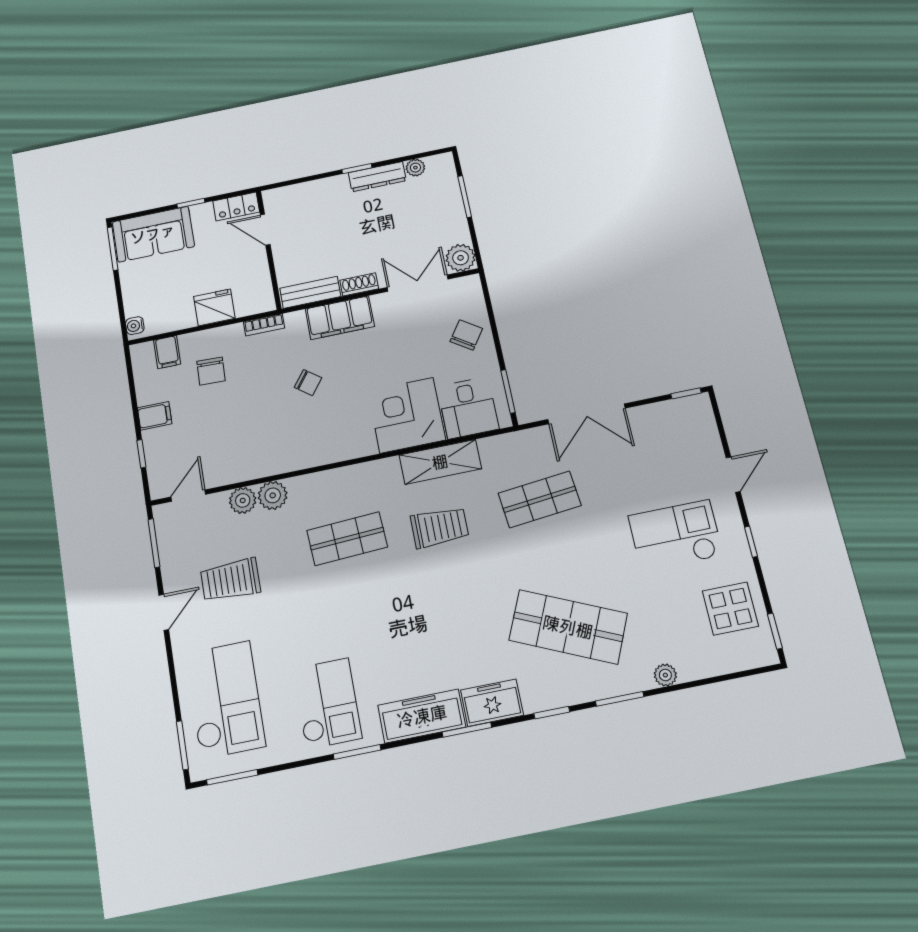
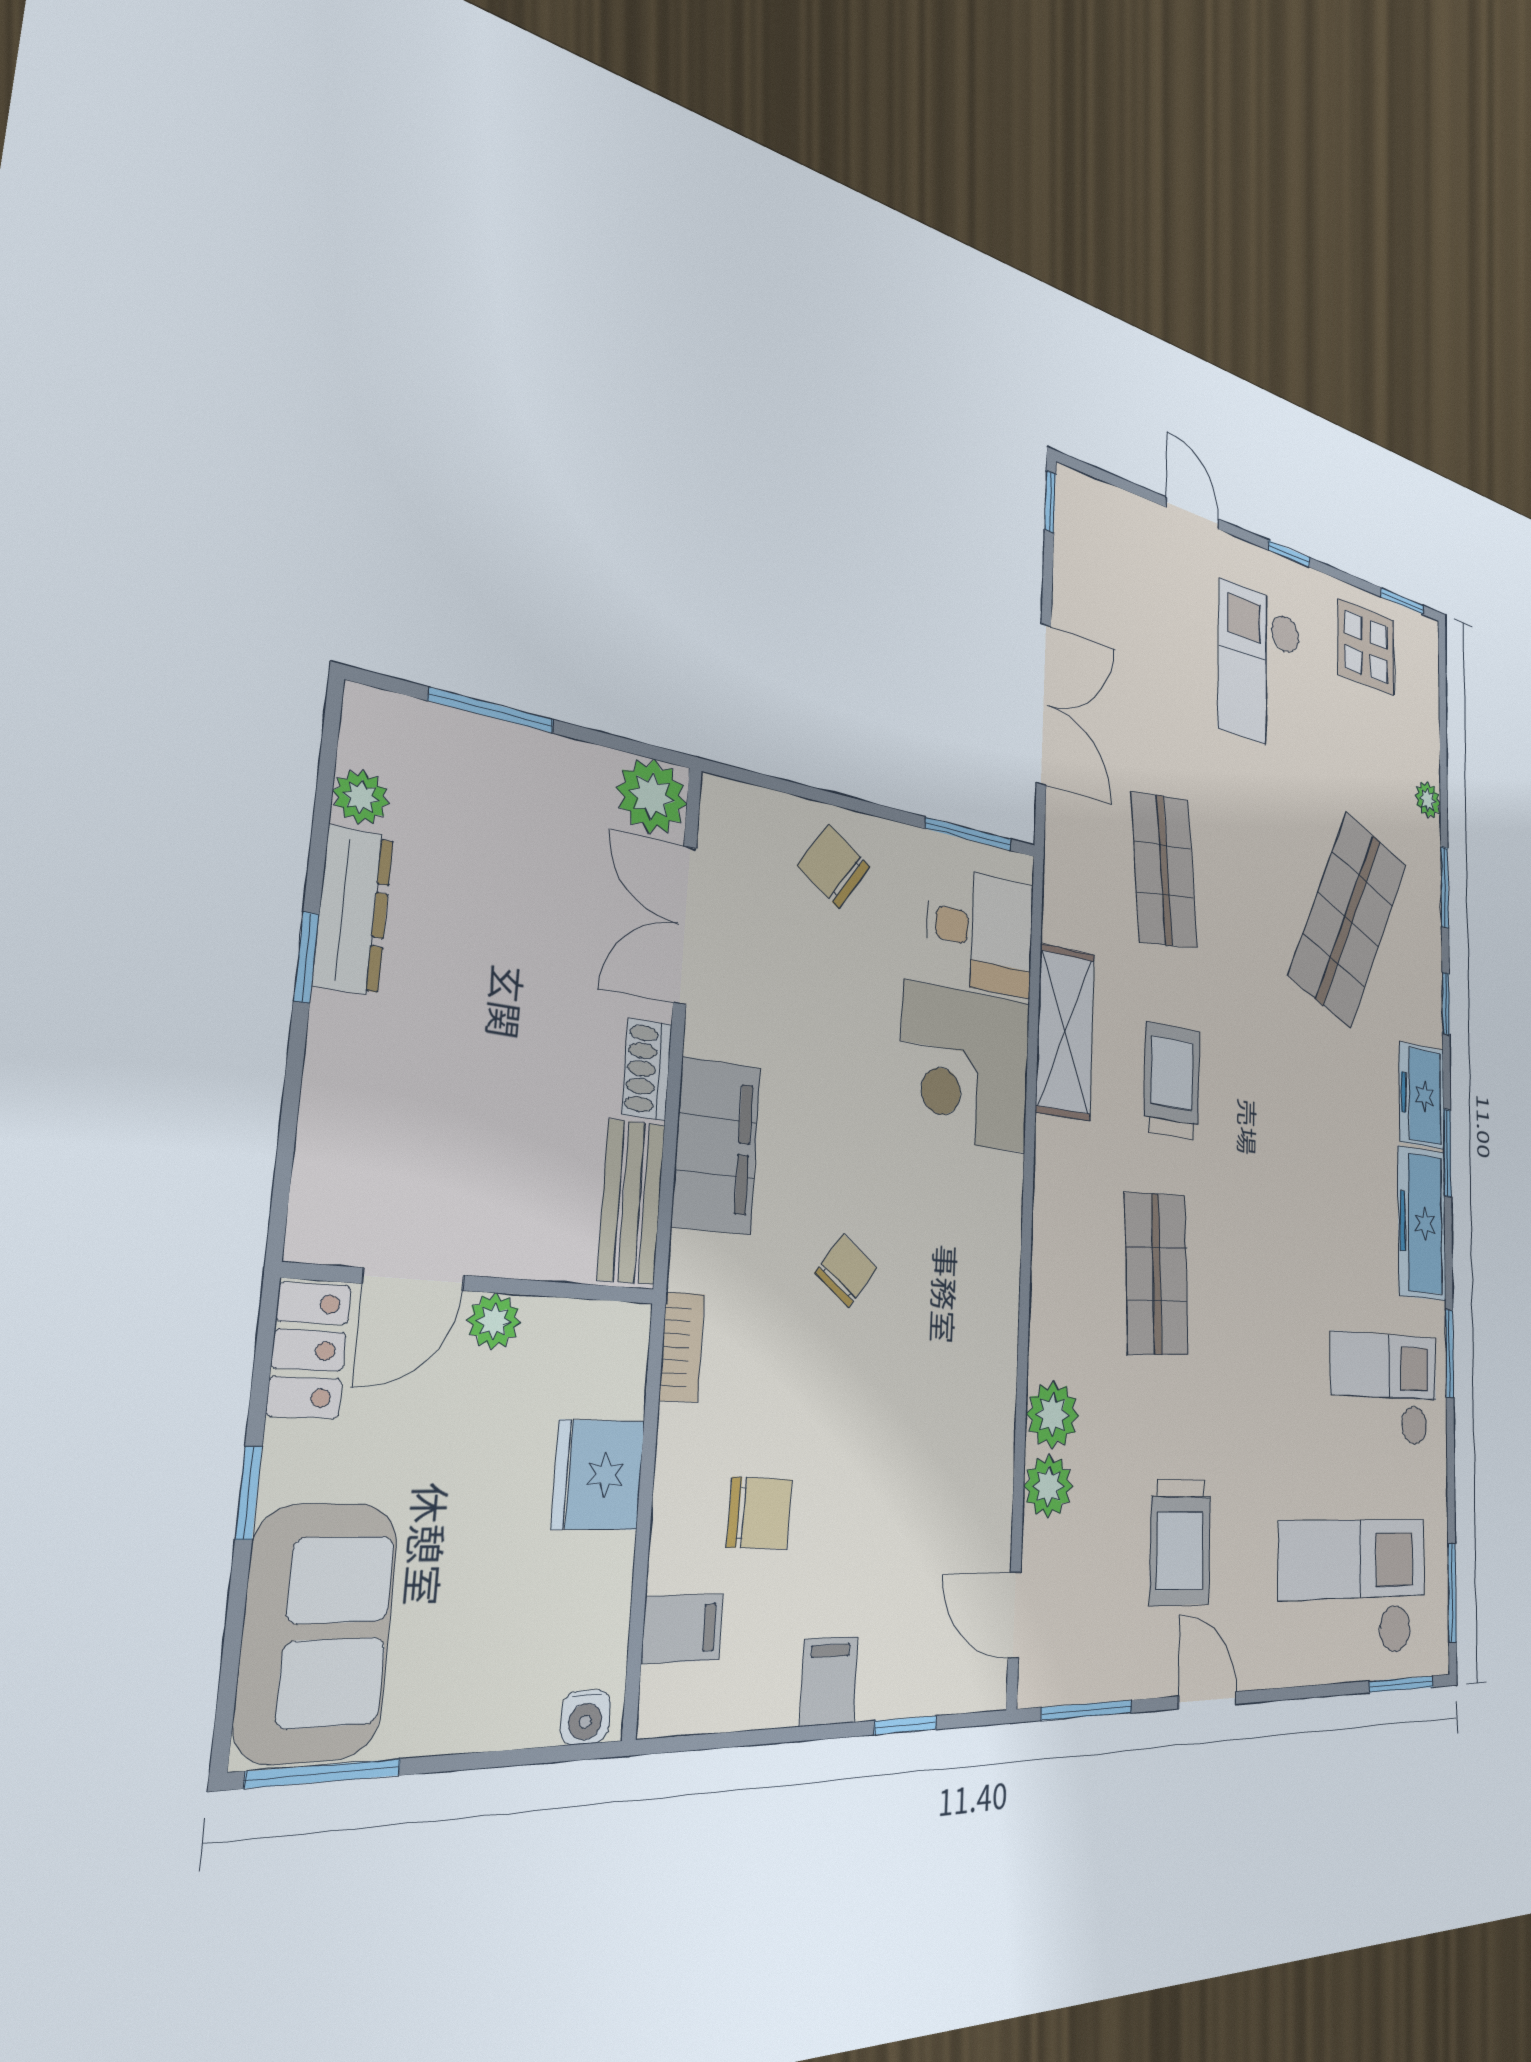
plant: (258, 258) -> (494, 1321), added

